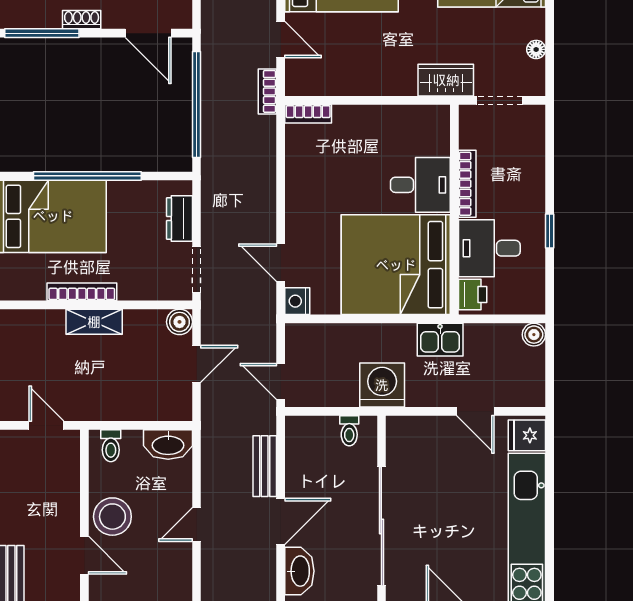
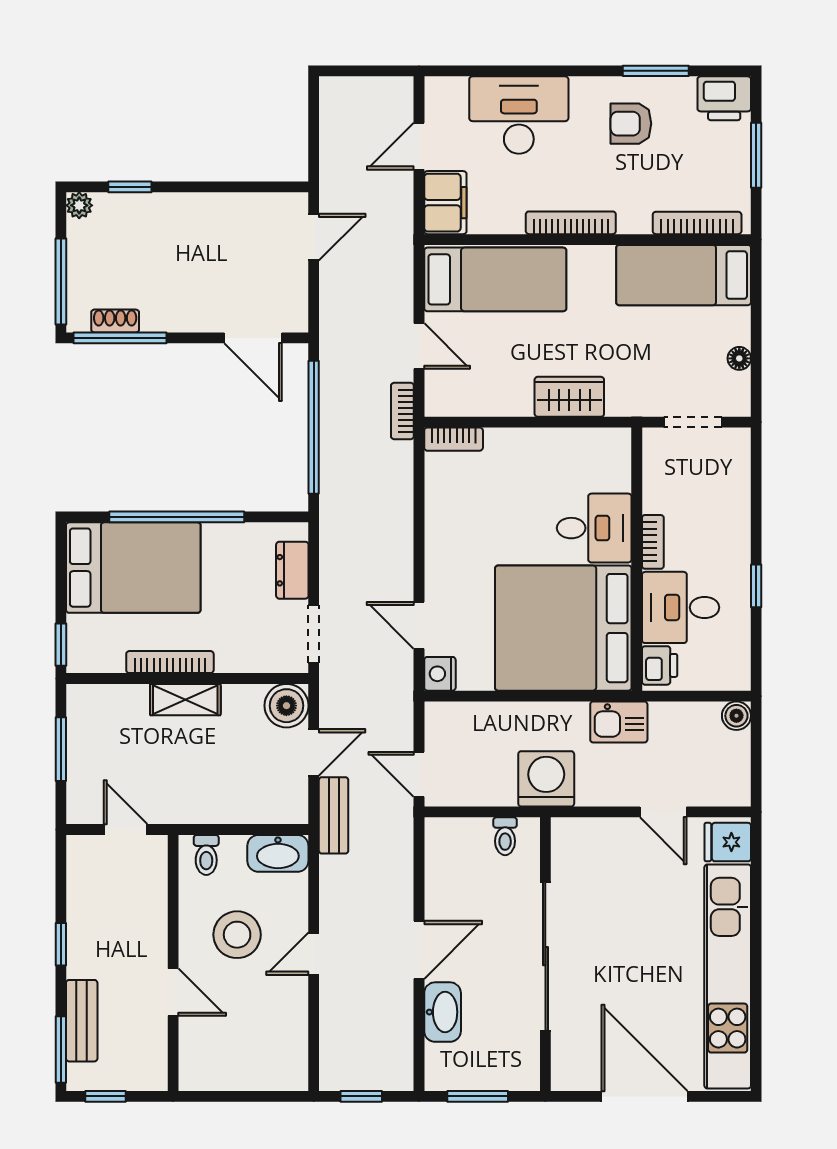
shoe rack: (82, 20) -> (115, 321), moved
wardrobe: (446, 80) -> (569, 397), moved
bookcase: (467, 184) -> (653, 542), width x0.64
boiler: (180, 322) -> (286, 706), width x1.36, depth x1.36
bench: (265, 466) -> (334, 815), moved
stool: (112, 517) -> (237, 935), moved

